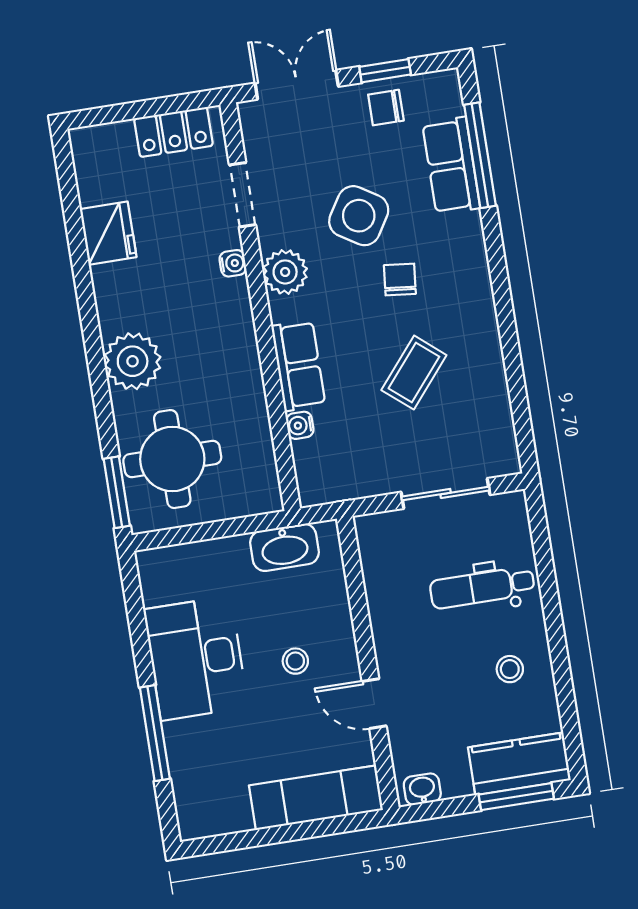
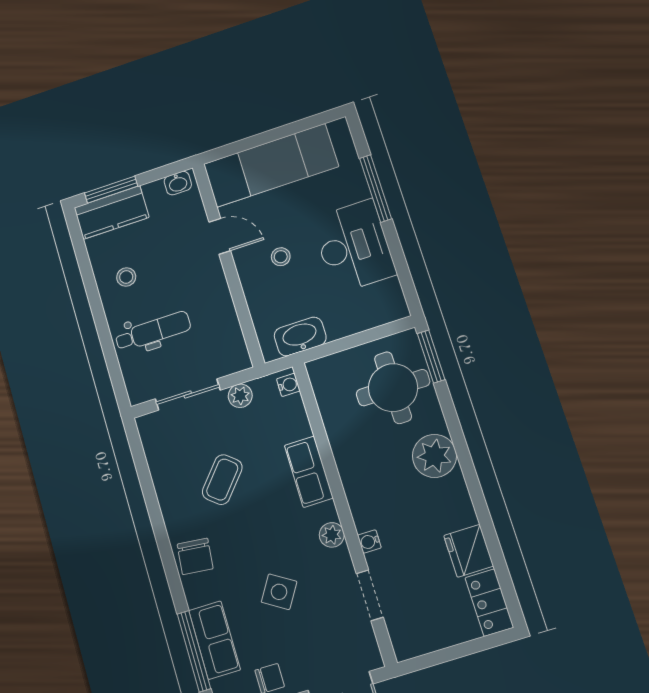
locker: (174, 132) -> (489, 603), moved, turned -90
side table: (359, 216) -> (279, 592), width x0.73, depth x0.73
plant: (285, 272) -> (332, 535), width x0.73, depth x0.73
chair: (400, 279) -> (195, 556), moved, width x1.37, depth x1.37
water cooler: (300, 425) -> (288, 385), moved
plant: (375, 480) -> (240, 396), added
exam couch: (316, 798) -> (271, 165), width x1.36, depth x1.45

